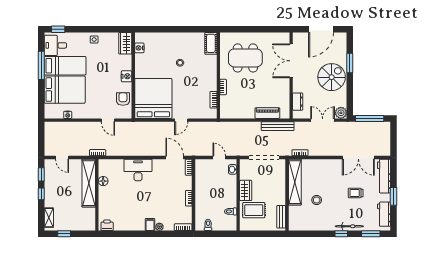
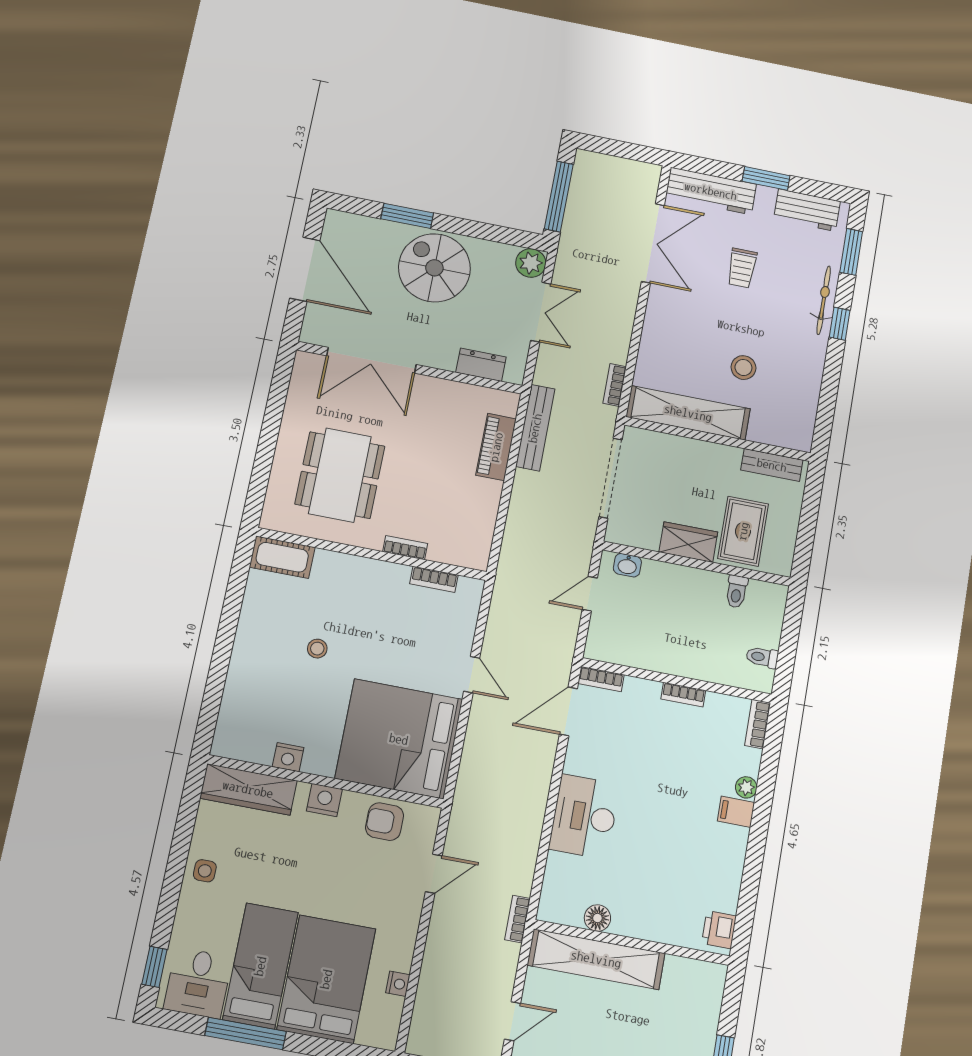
wardrobe: (125, 43) -> (248, 789), width x1.50
nightstand: (139, 48) -> (288, 757), moved
double door: (323, 120) -> (541, 312), swing flipped

